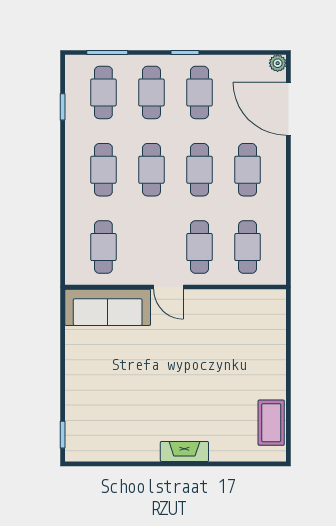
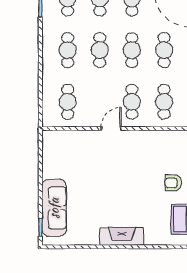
door: (169, 287) -> (111, 128), swing flipped
sofa: (108, 307) -> (54, 208), moved, turned -90
armchair: (262, 368) -> (173, 183), added
fireplace: (184, 451) -> (122, 236), width x1.37, depth x1.32

